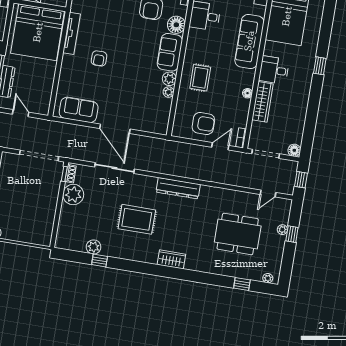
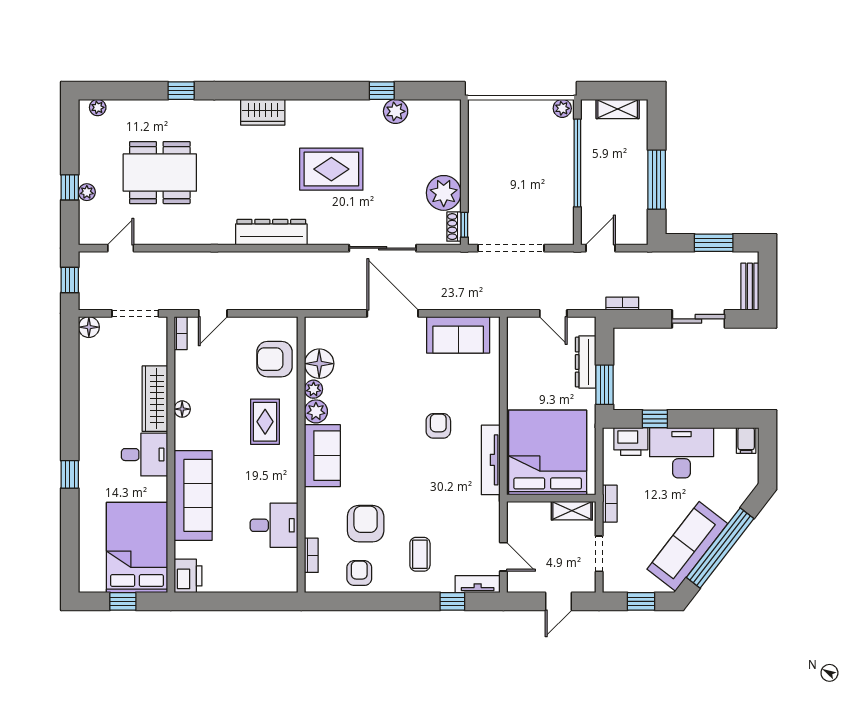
floor lamp: (176, 25) -> (319, 364), moved
armchair: (203, 124) -> (274, 359), moved
window: (242, 284) -> (181, 91), moved

